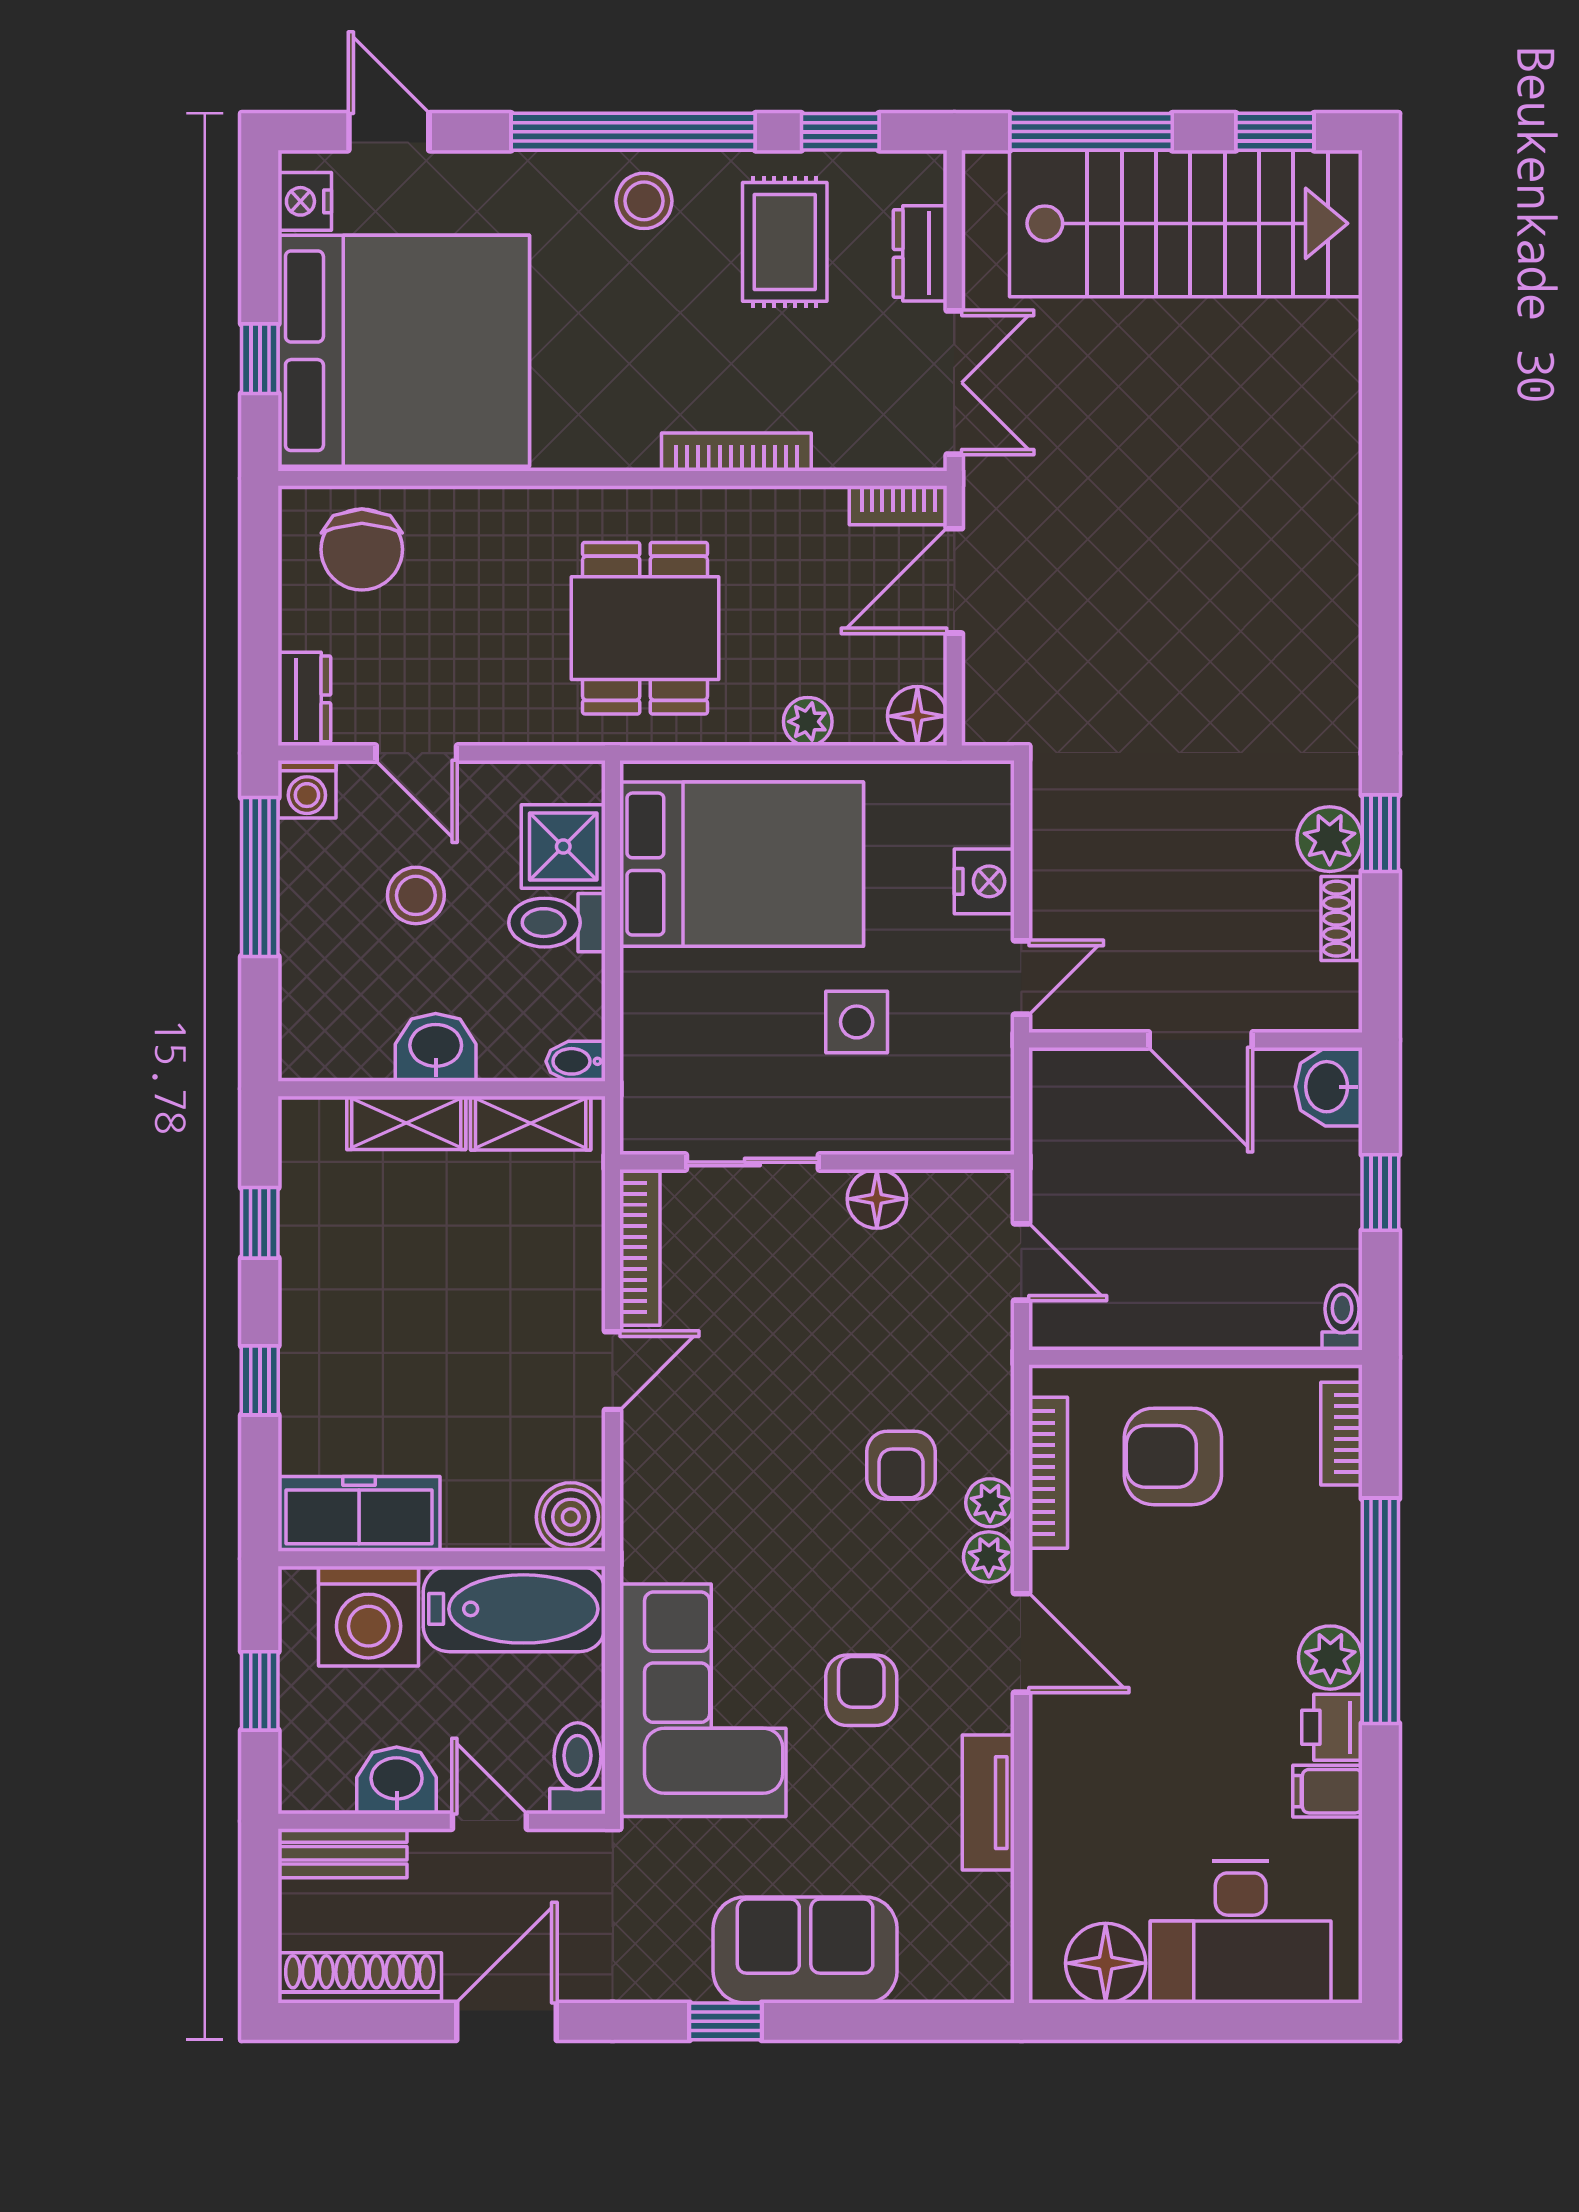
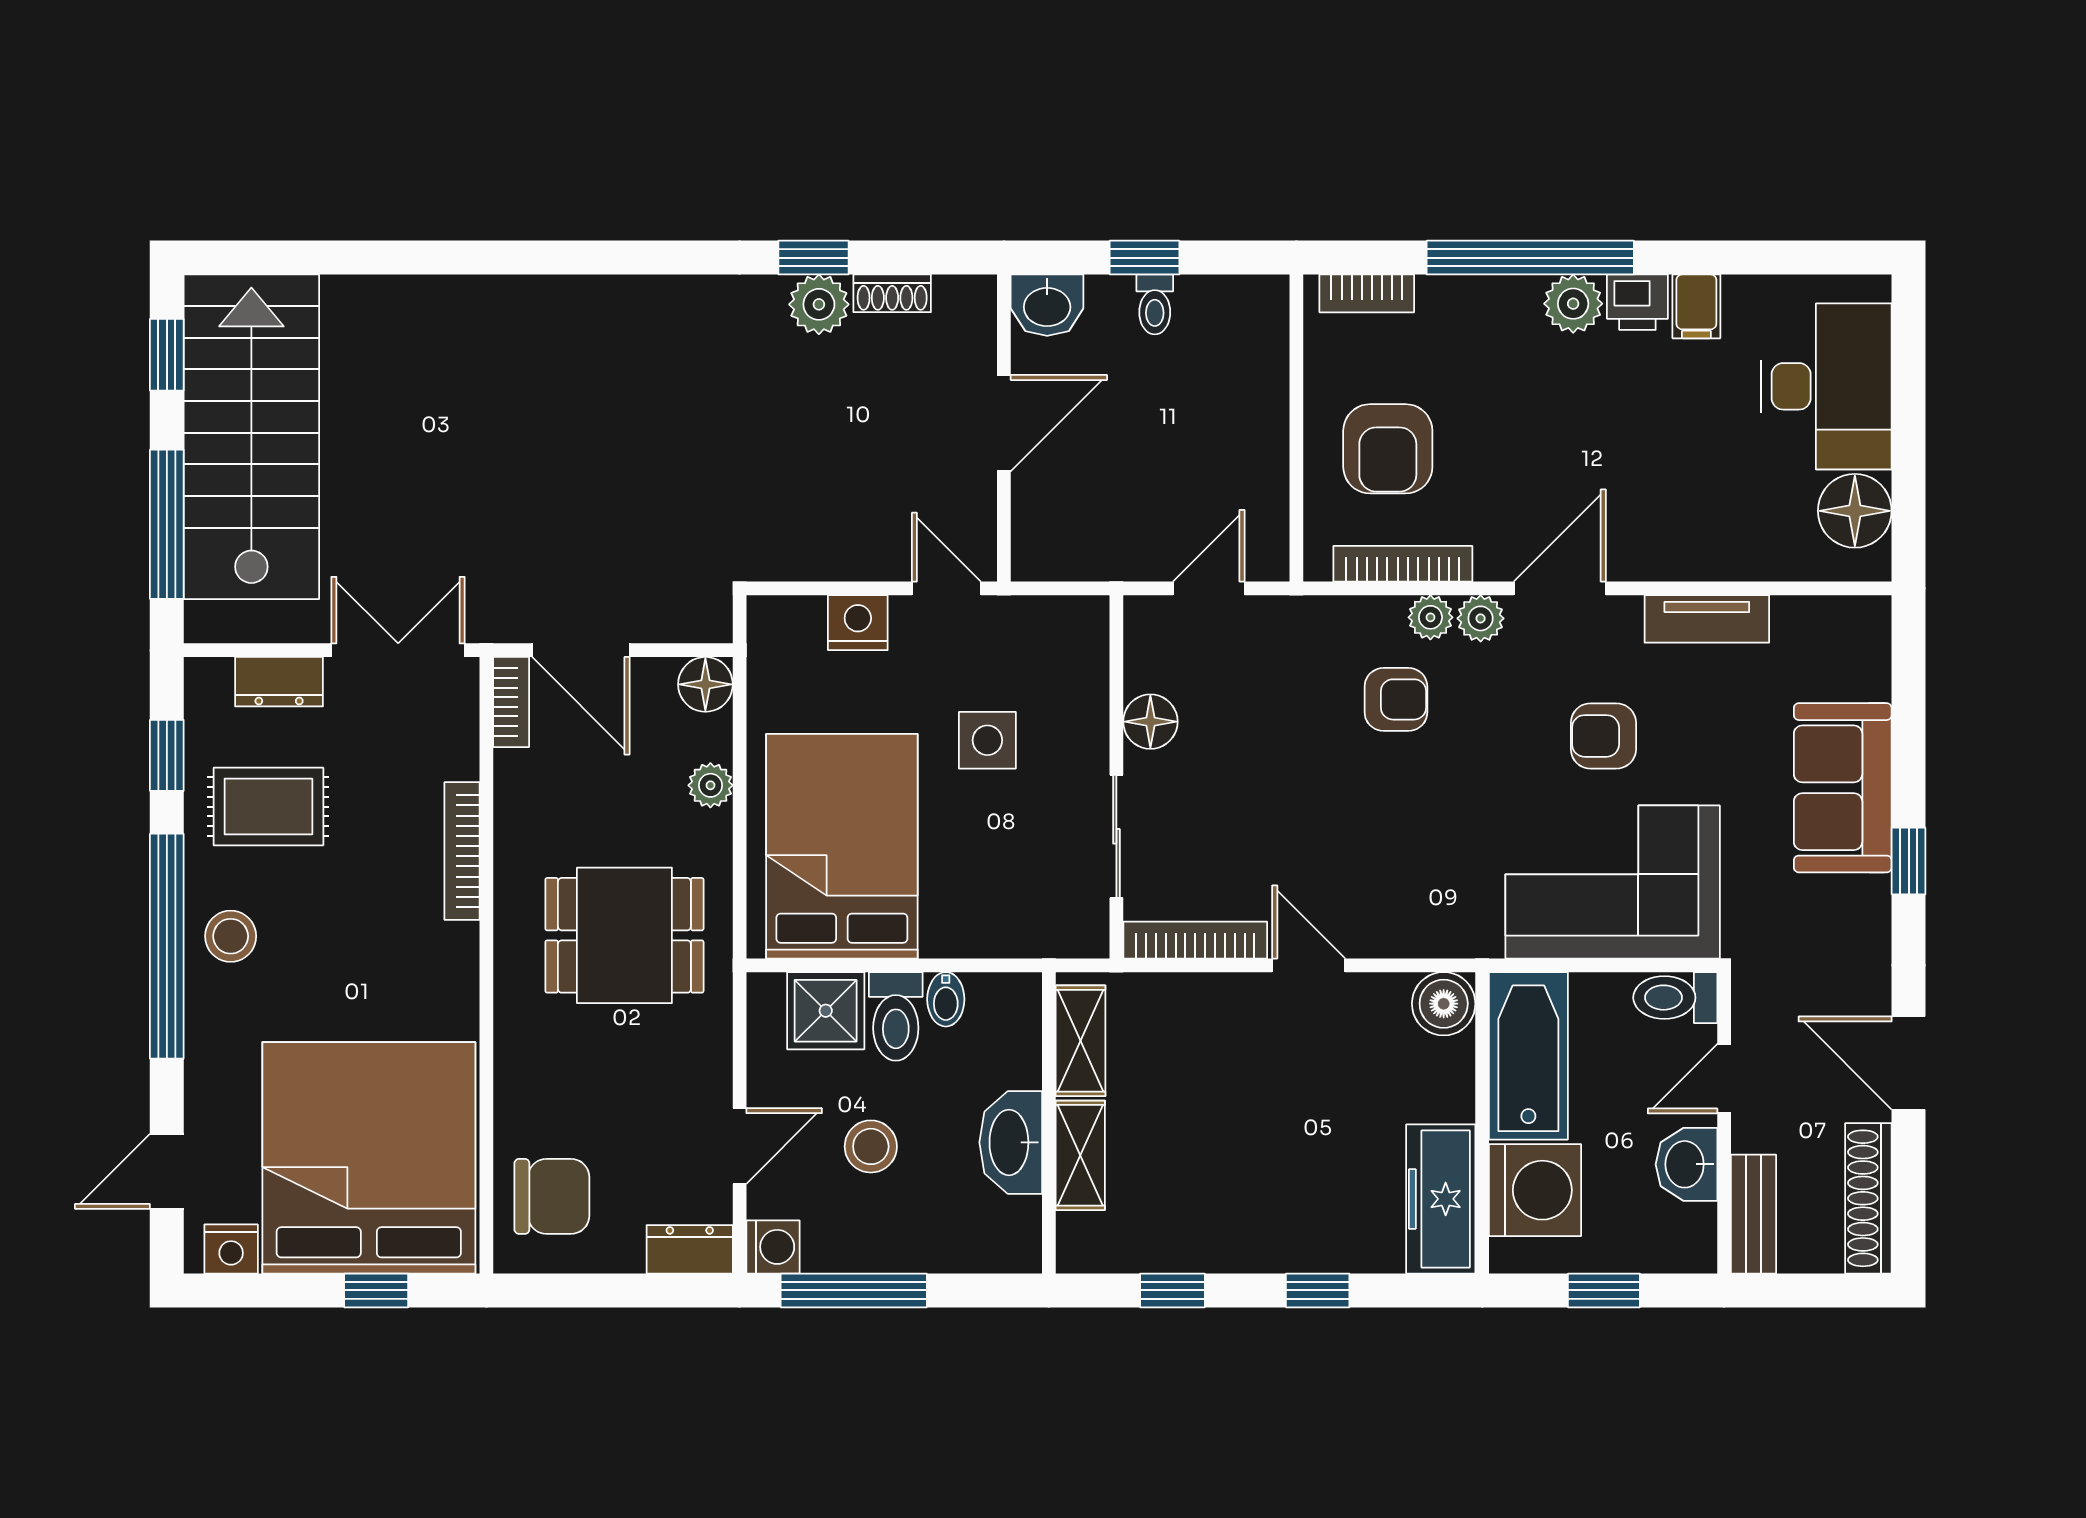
washbasin: (436, 1047) -> (1011, 1142), width x1.38
bidet: (576, 1061) -> (946, 999), moved
toilet: (1342, 1317) -> (1155, 304), moved, turned -90

